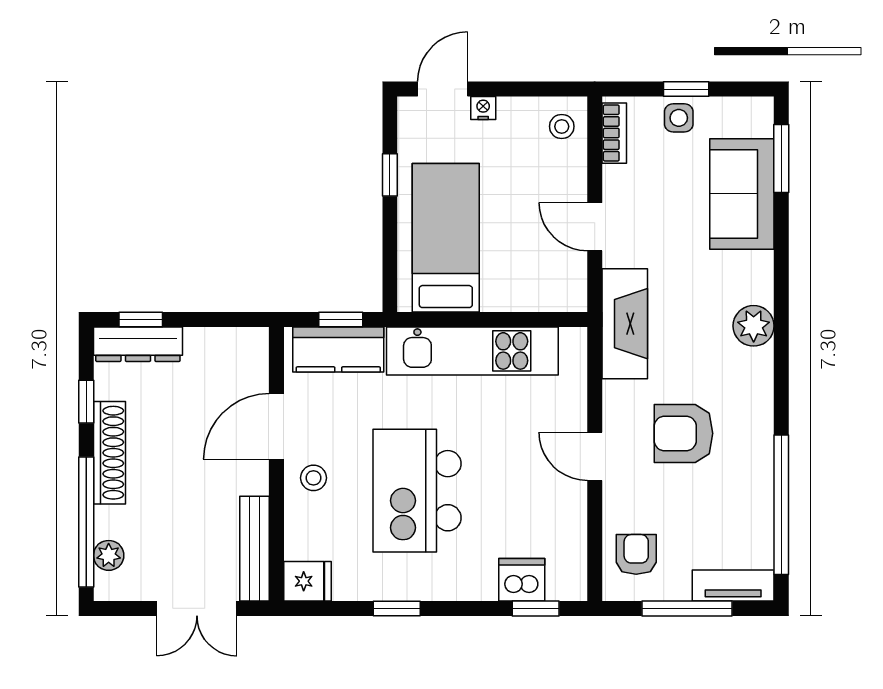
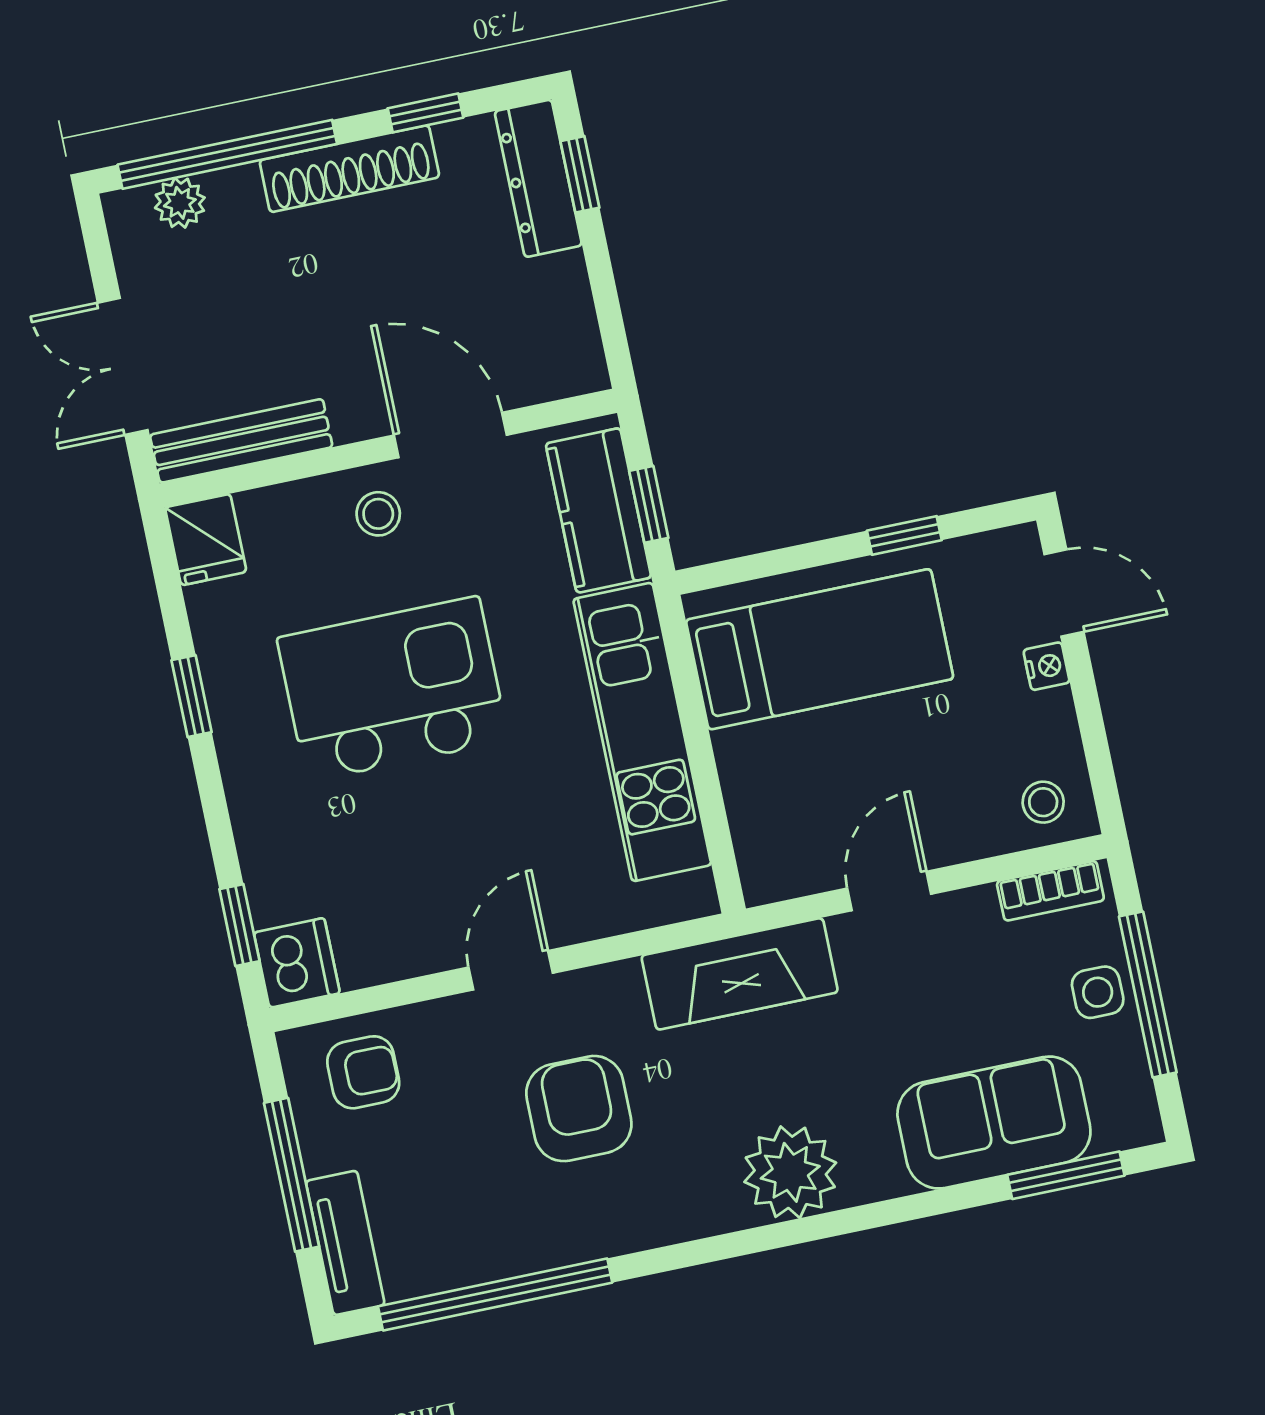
window: (686, 89) -> (1148, 994), width x2.17
plant: (754, 326) -> (790, 1172), width x1.36, depth x1.36
dishwasher: (522, 580) -> (297, 963), moved

